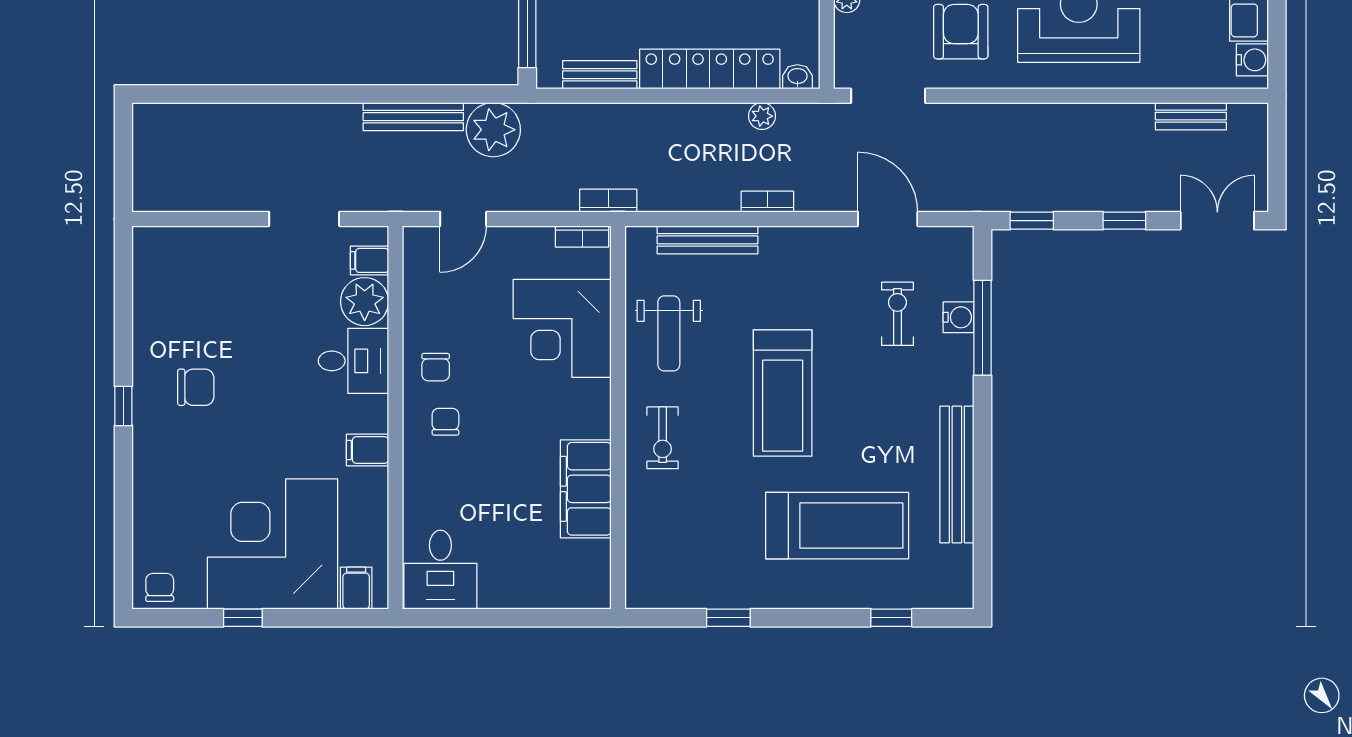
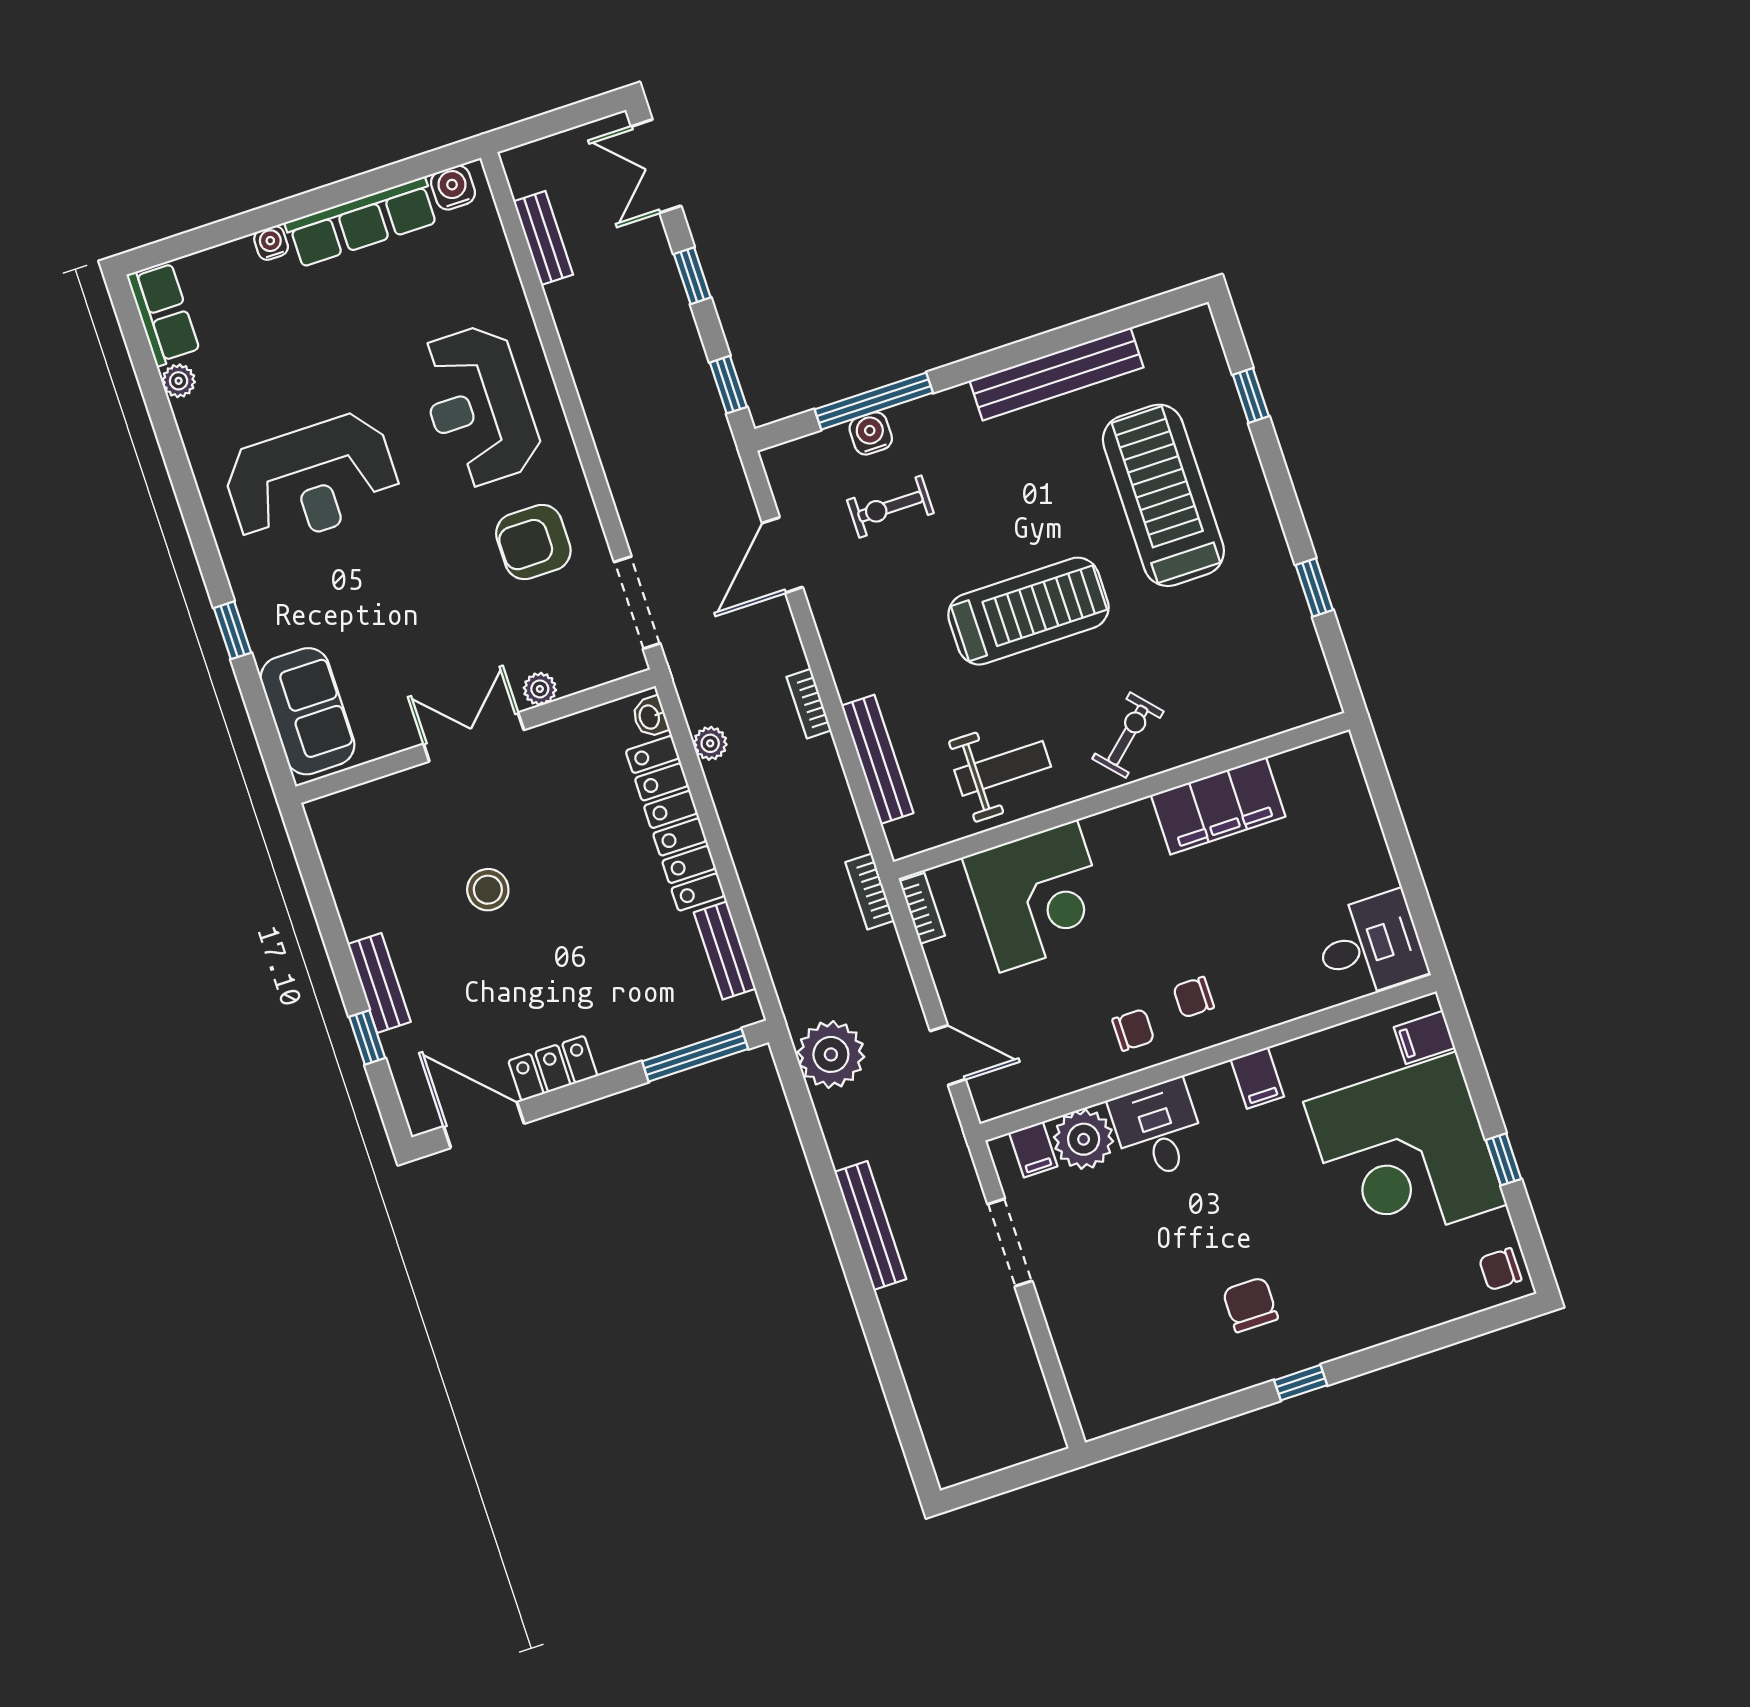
bench: (413, 117) -> (870, 1225), moved
exercise bike: (663, 438) -> (1128, 735), turned -42

